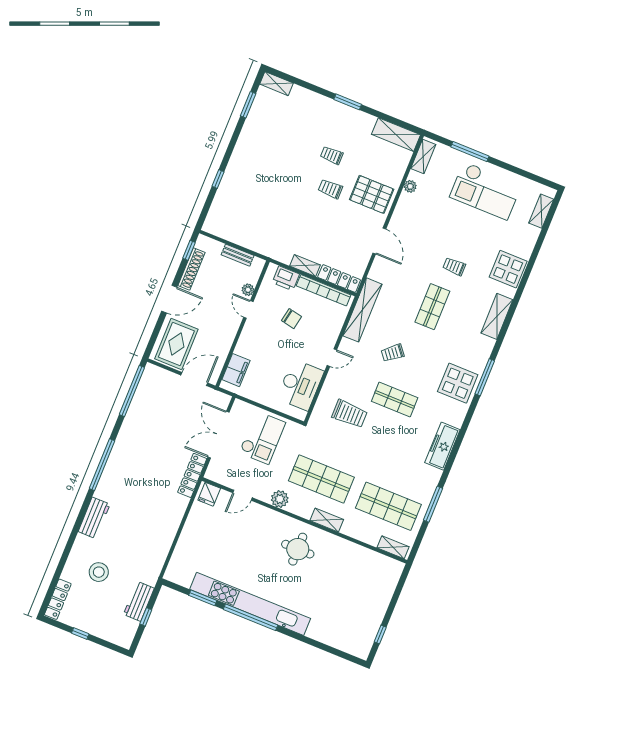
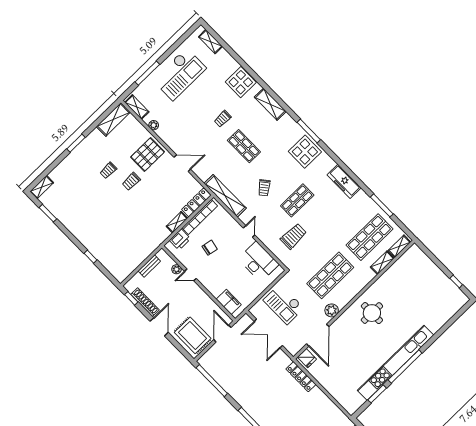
checkout: (262, 438) -> (284, 304), turned 180
locker: (192, 475) -> (301, 377), moved
door: (242, 495) -> (318, 335), width x1.87
shelving: (327, 520) -> (382, 263), moved

